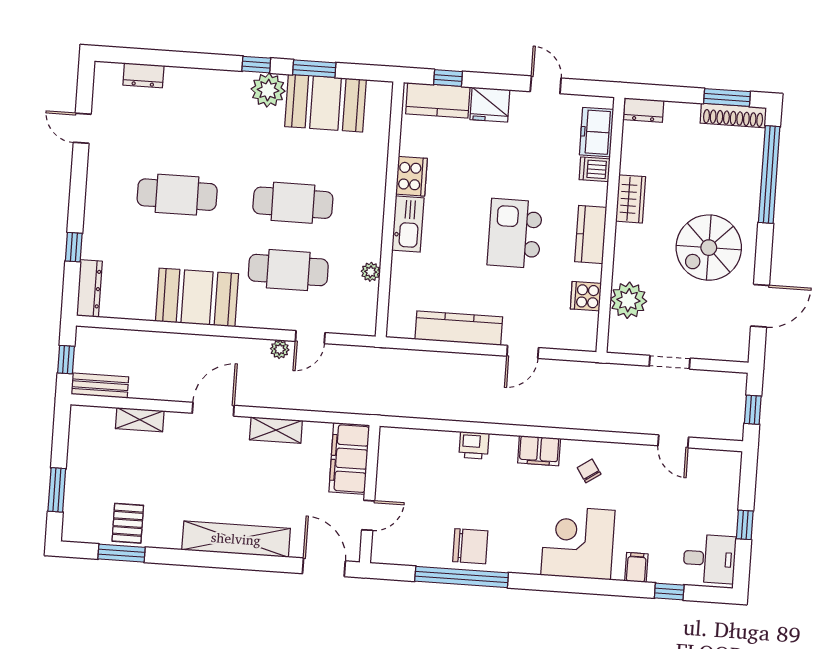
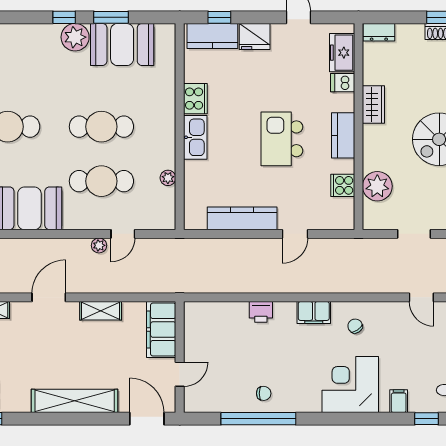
chair: (470, 546) -> (264, 393), width x0.54, depth x0.54

